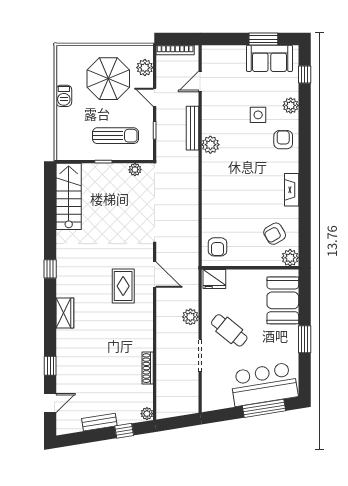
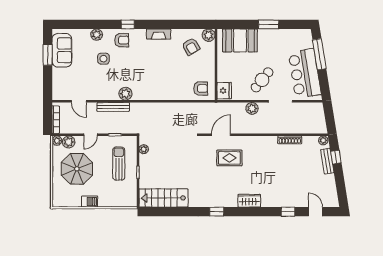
plant: (147, 52) -> (57, 141), added
window: (305, 75) -> (128, 24), moved
armchair: (283, 140) -> (122, 40), turned 180
bar counter: (264, 384) -> (305, 73), moved
bench: (99, 422) -> (327, 161), moved

